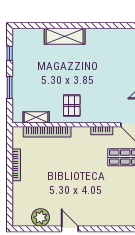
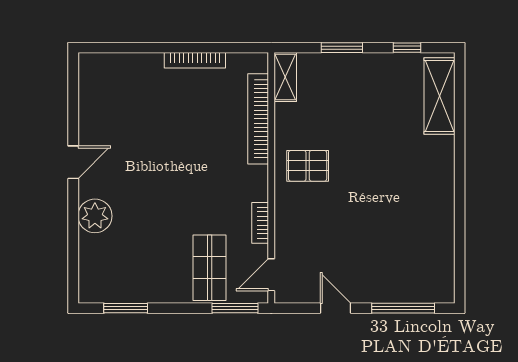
shelving: (65, 36) -> (439, 96), moved
shelving: (36, 117) -> (285, 77), moved
plant: (41, 217) -> (95, 216), moved

